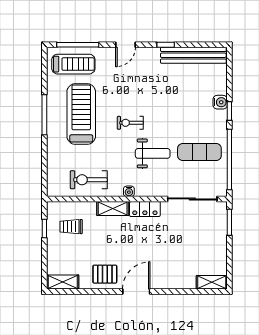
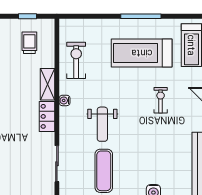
treadmill: (81, 114) -> (142, 53), turned 180
exercise bike: (130, 123) -> (161, 100), moved
sliding door: (192, 199) -> (57, 164), width x0.73

